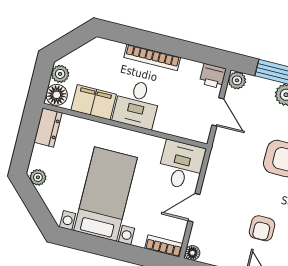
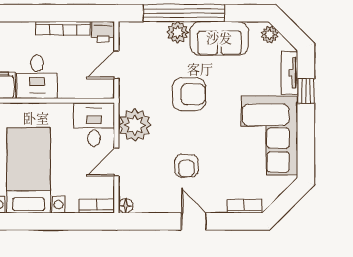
bookcase: (152, 57) -> (63, 28), moved
plant: (237, 80) -> (135, 125), moved, width x1.87, depth x1.87
door: (218, 112) -> (116, 65), swing flipped

